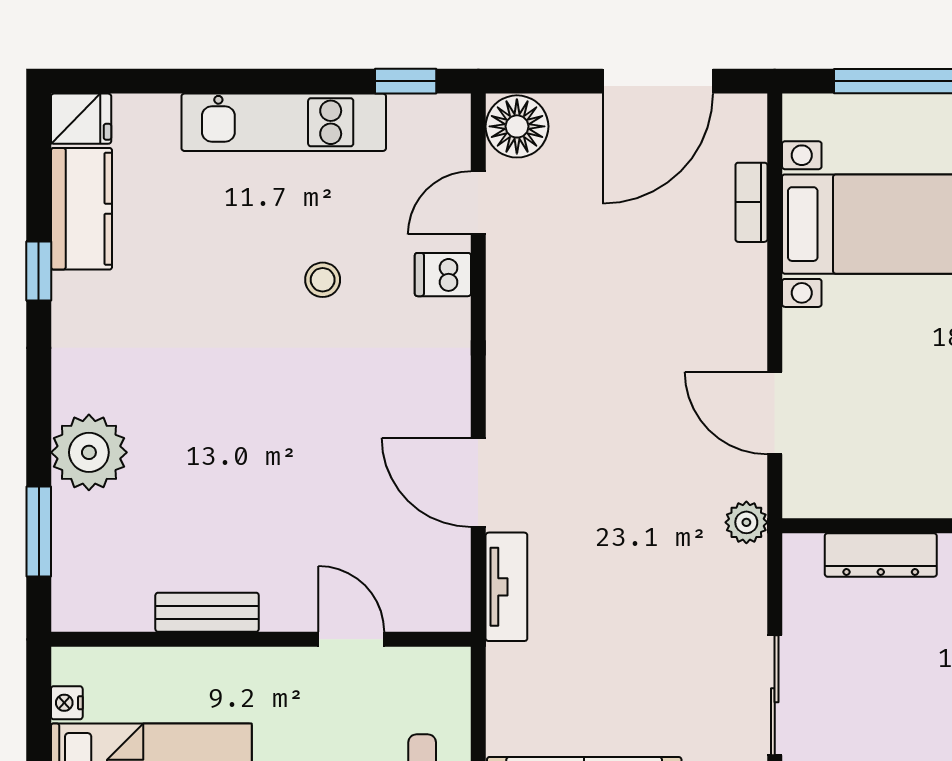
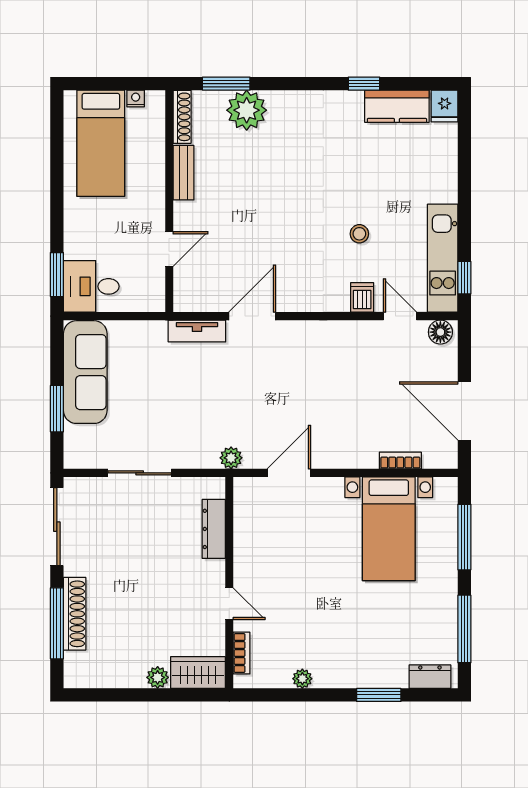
kitchen unit: (284, 122) -> (443, 258), moved
floor lamp: (517, 126) -> (440, 332), width x0.73, depth x0.73
plant: (89, 452) -> (247, 110), moved
shoe rack: (102, 615) -> (182, 117), added

